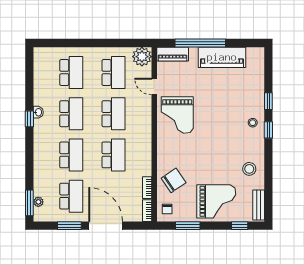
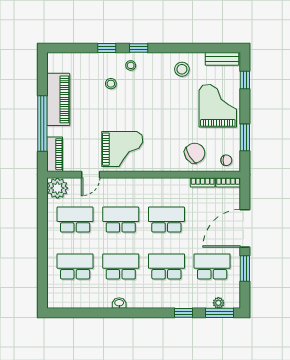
stool: (236, 105) -> (111, 84), added
window: (29, 119) -> (184, 313), moved
chair: (174, 180) -> (195, 153), turned 92

